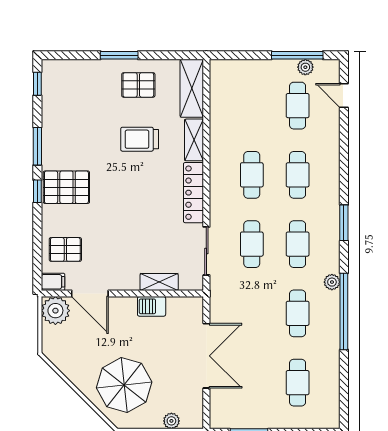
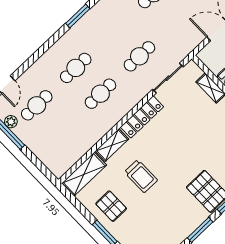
cafe table: (298, 244) -> (115, 31), removed

